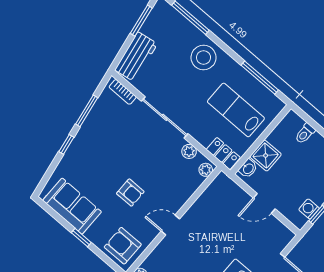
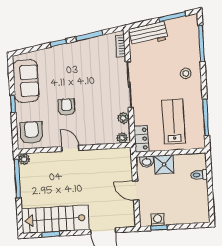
stool: (204, 58) -> (186, 73), width x0.53, depth x0.53
armchair: (130, 193) -> (67, 107), turned 180

